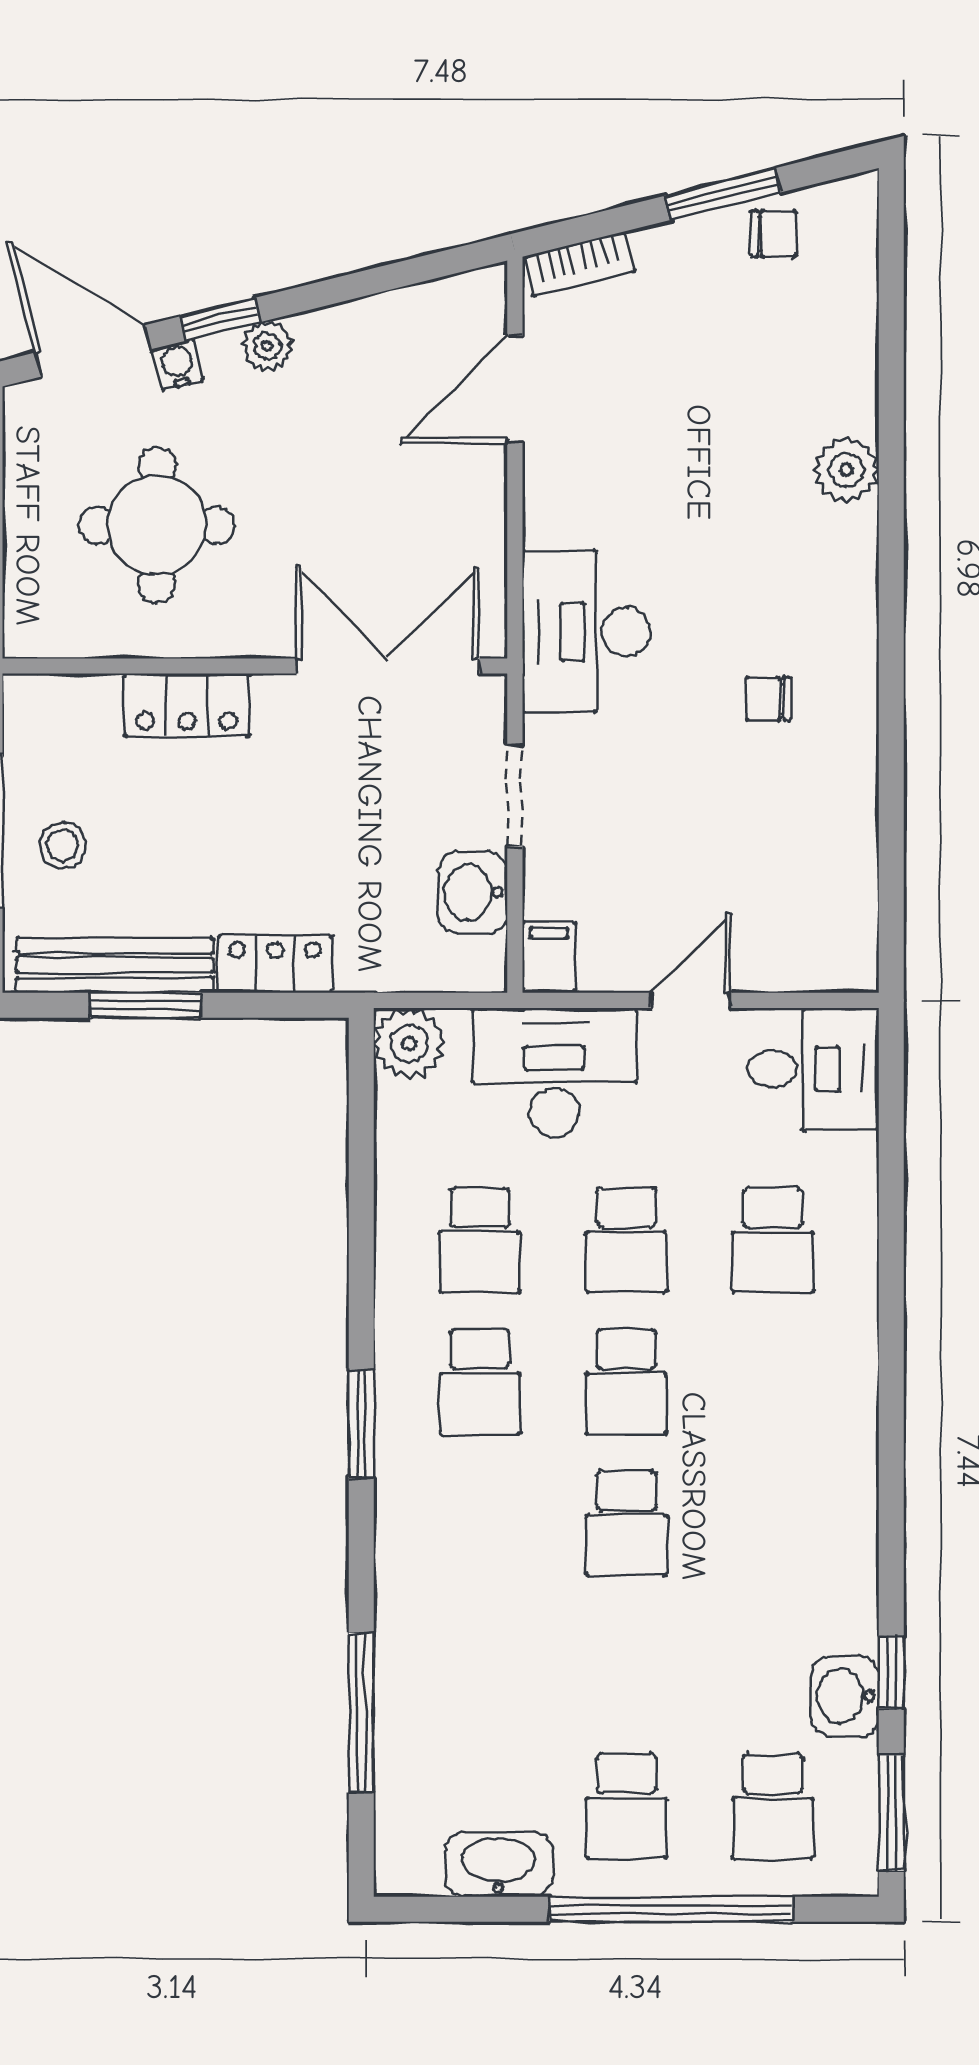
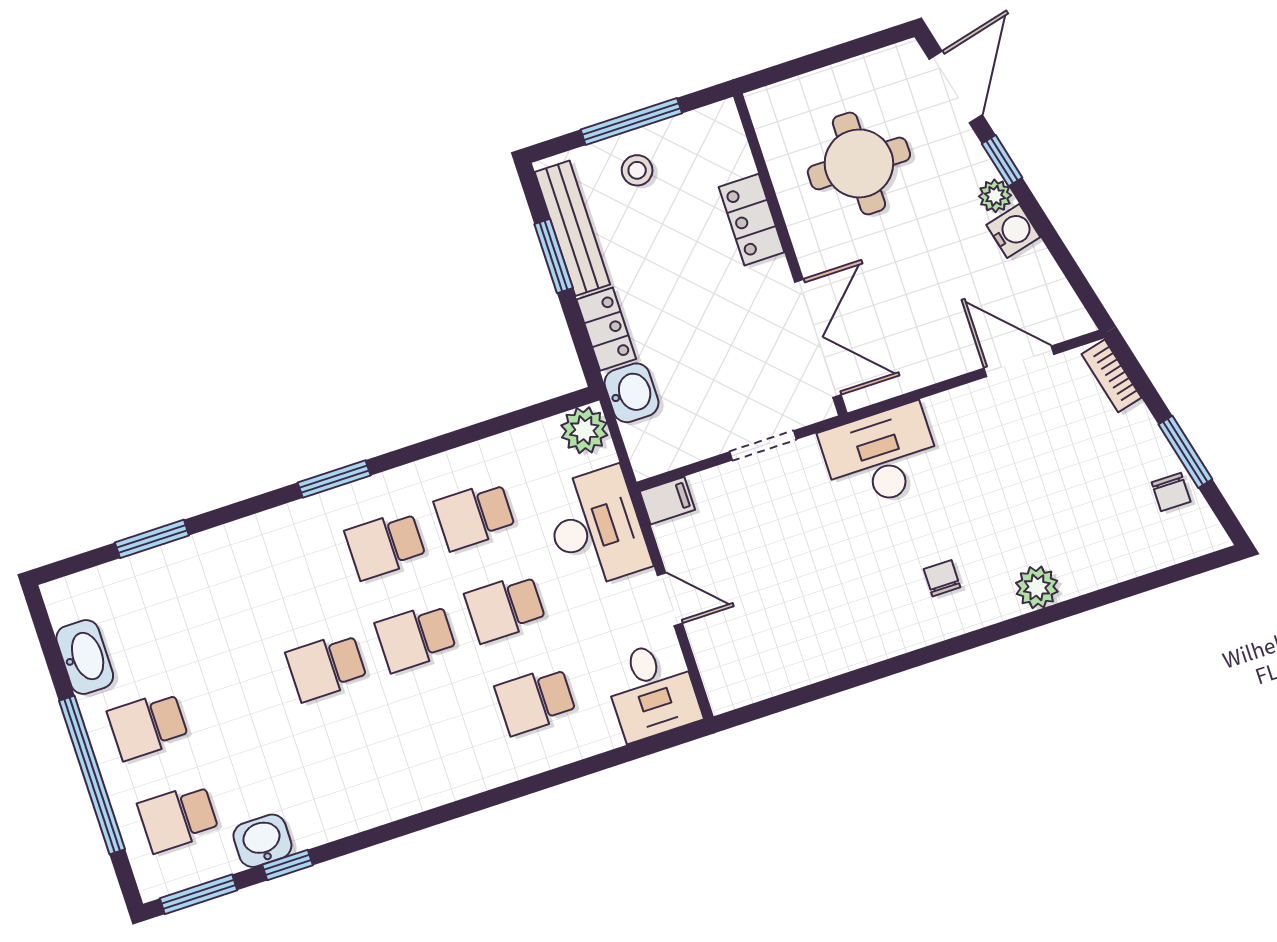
water cooler: (178, 365) -> (1013, 231), moved, width x1.38, depth x1.38
chair: (768, 699) -> (942, 578), moved
washbasin: (473, 893) -> (632, 393), moved, turned 90
window: (361, 1713) -> (152, 539), width x0.69

